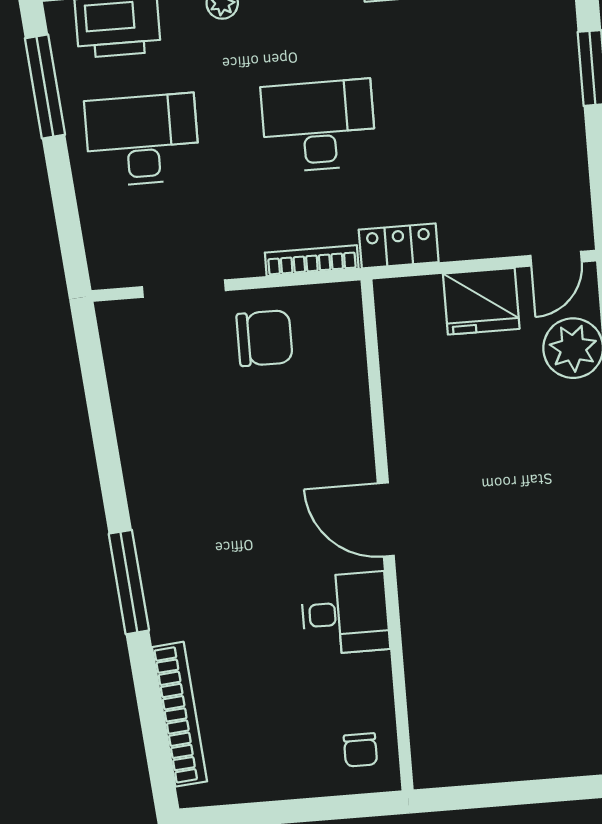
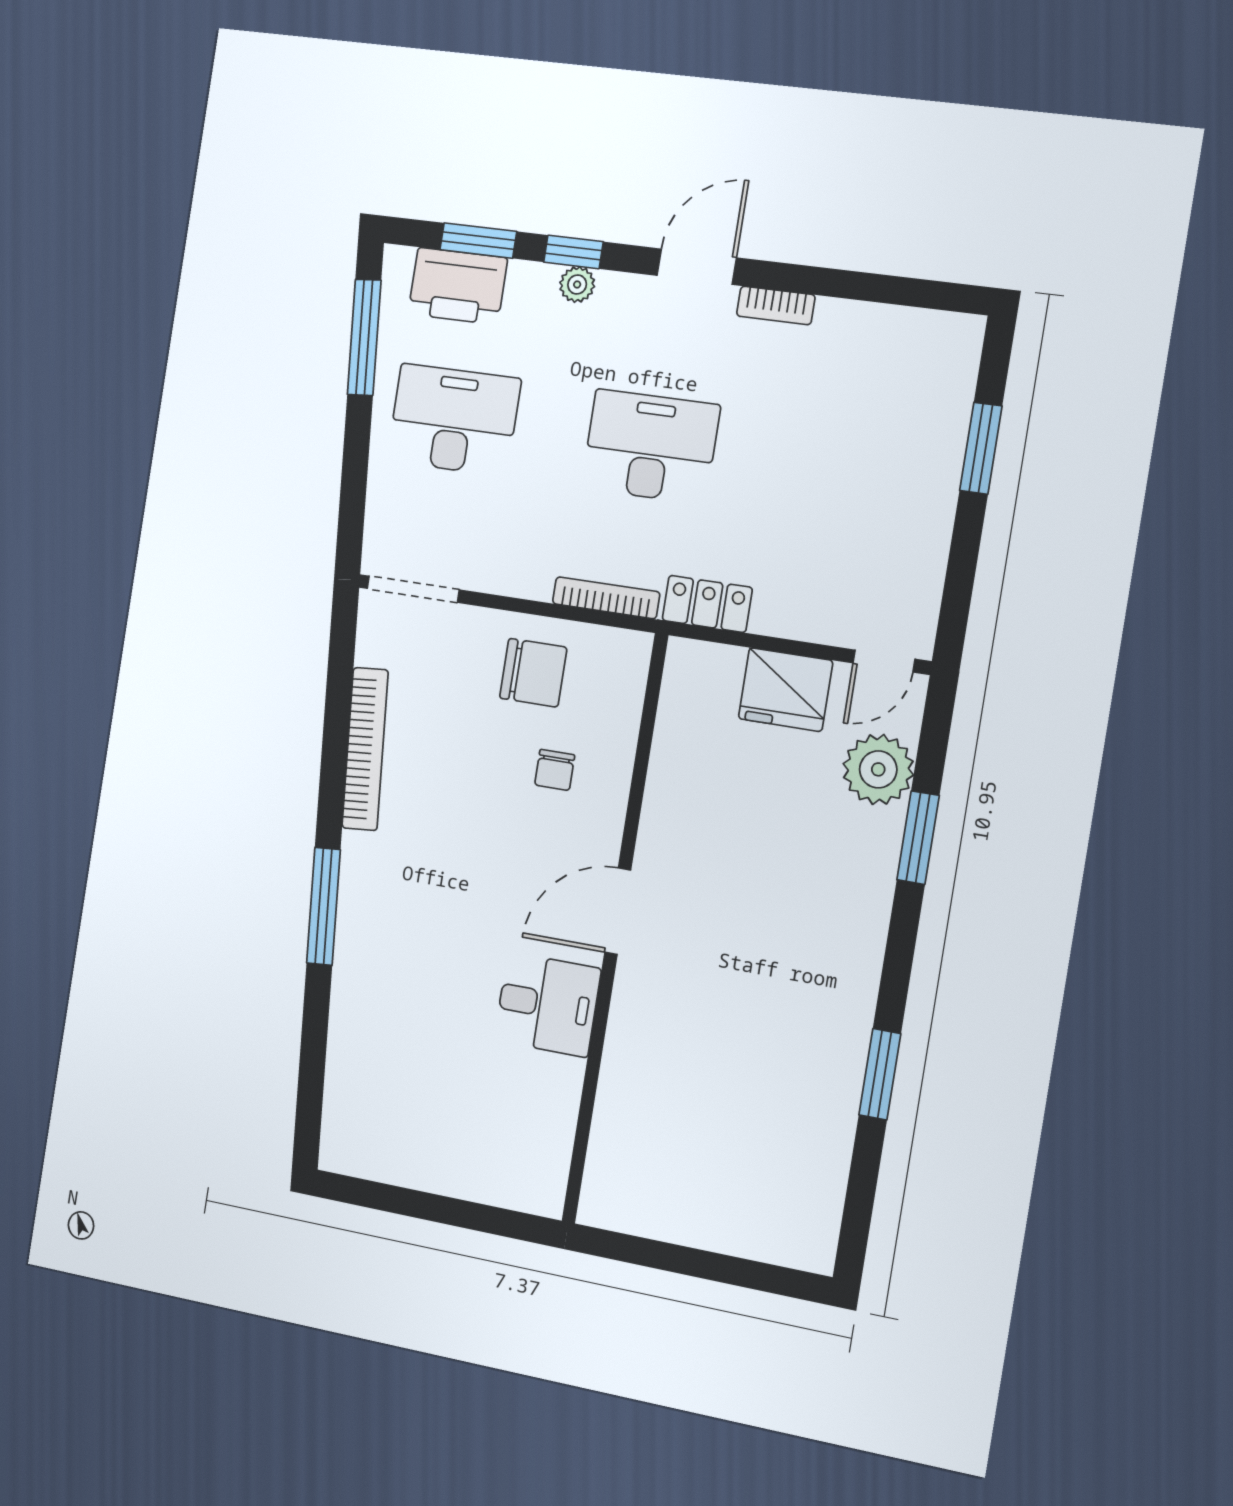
doorway: (184, 289) -> (413, 589), moved
door: (386, 520) -> (618, 911), hinge flipped
bookcase: (180, 714) -> (365, 749), moved
chair: (360, 750) -> (555, 770), moved

